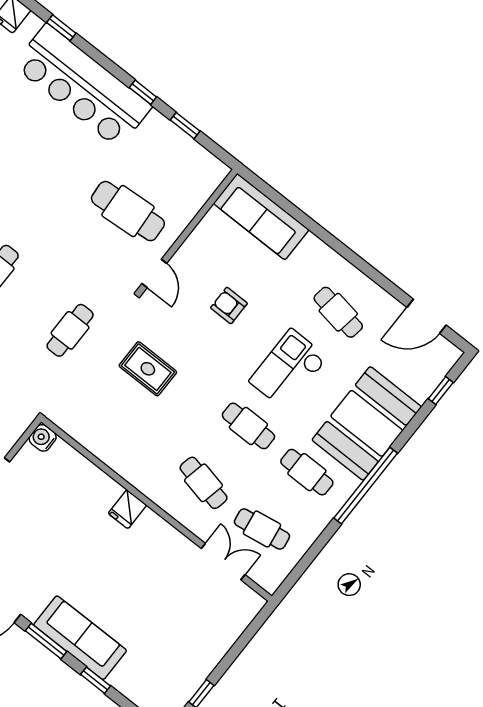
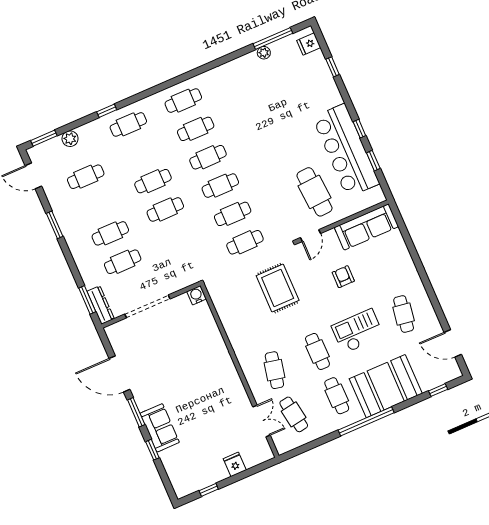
bar counter: (83, 86) -> (346, 150), moved
sofa: (261, 217) -> (366, 227), moved, turned -90
cafe table: (33, 301) -> (233, 214), added
rug: (148, 369) -> (278, 288), width x1.36, depth x1.43
fridge: (127, 509) -> (235, 464), moved, turned 90
sofa: (80, 638) -> (160, 428), width x0.73

